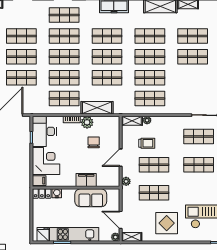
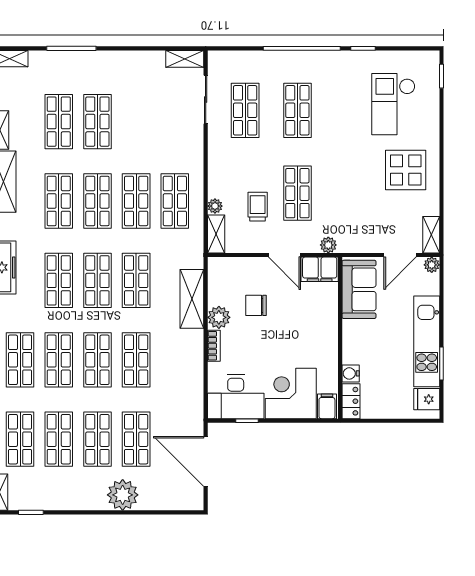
shop shelf: (64, 99) -> (20, 439), moved
filing cabinet: (86, 180) -> (320, 269), moved, turned -90
shop shelf: (154, 193) -> (350, 193), removed
sofa: (91, 198) -> (359, 289), moved

